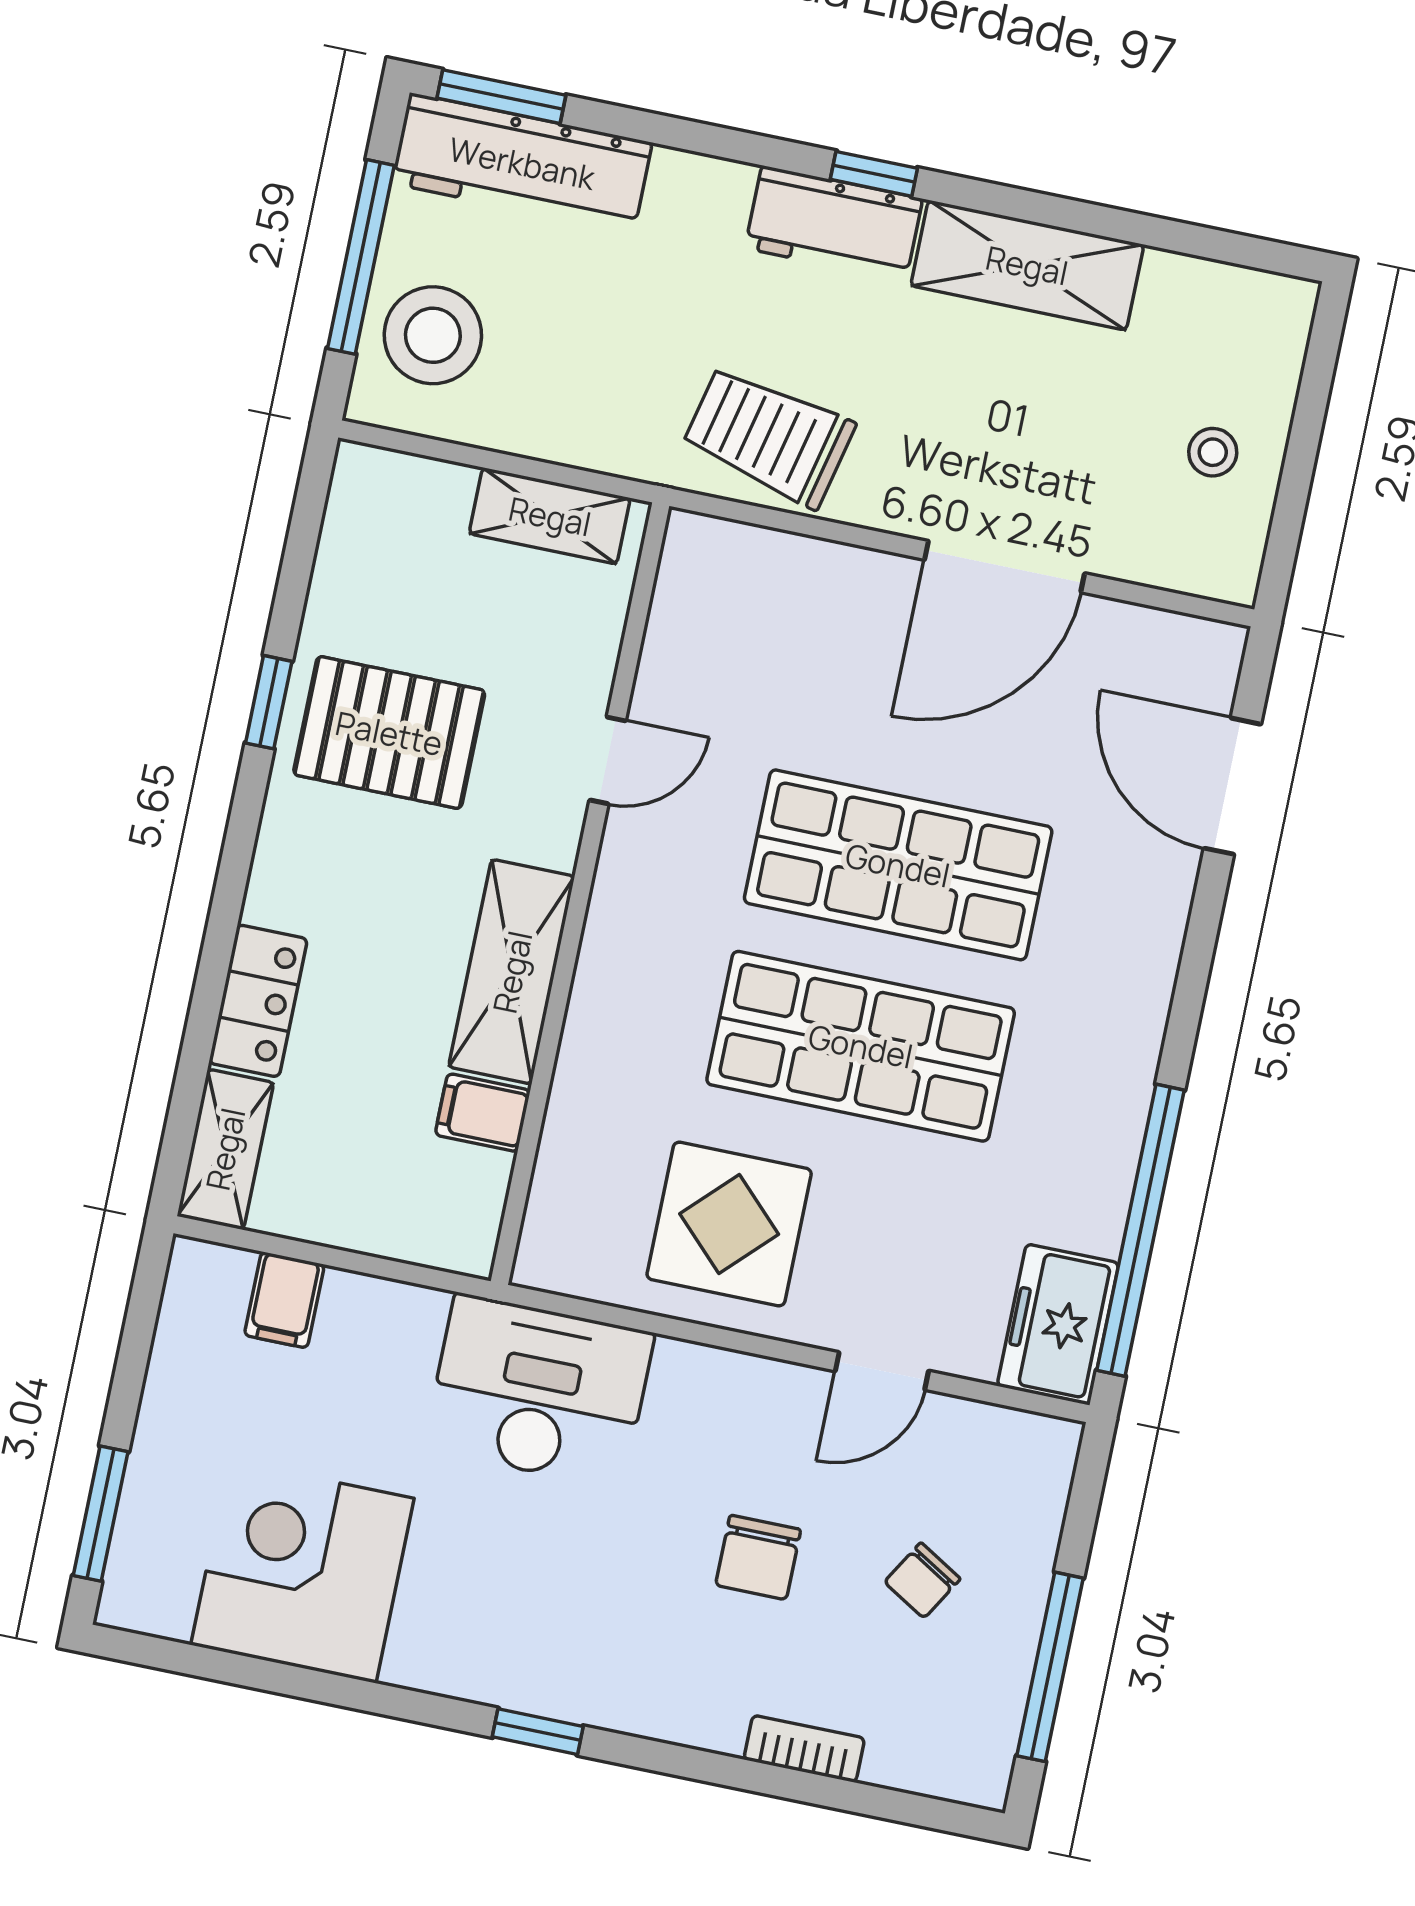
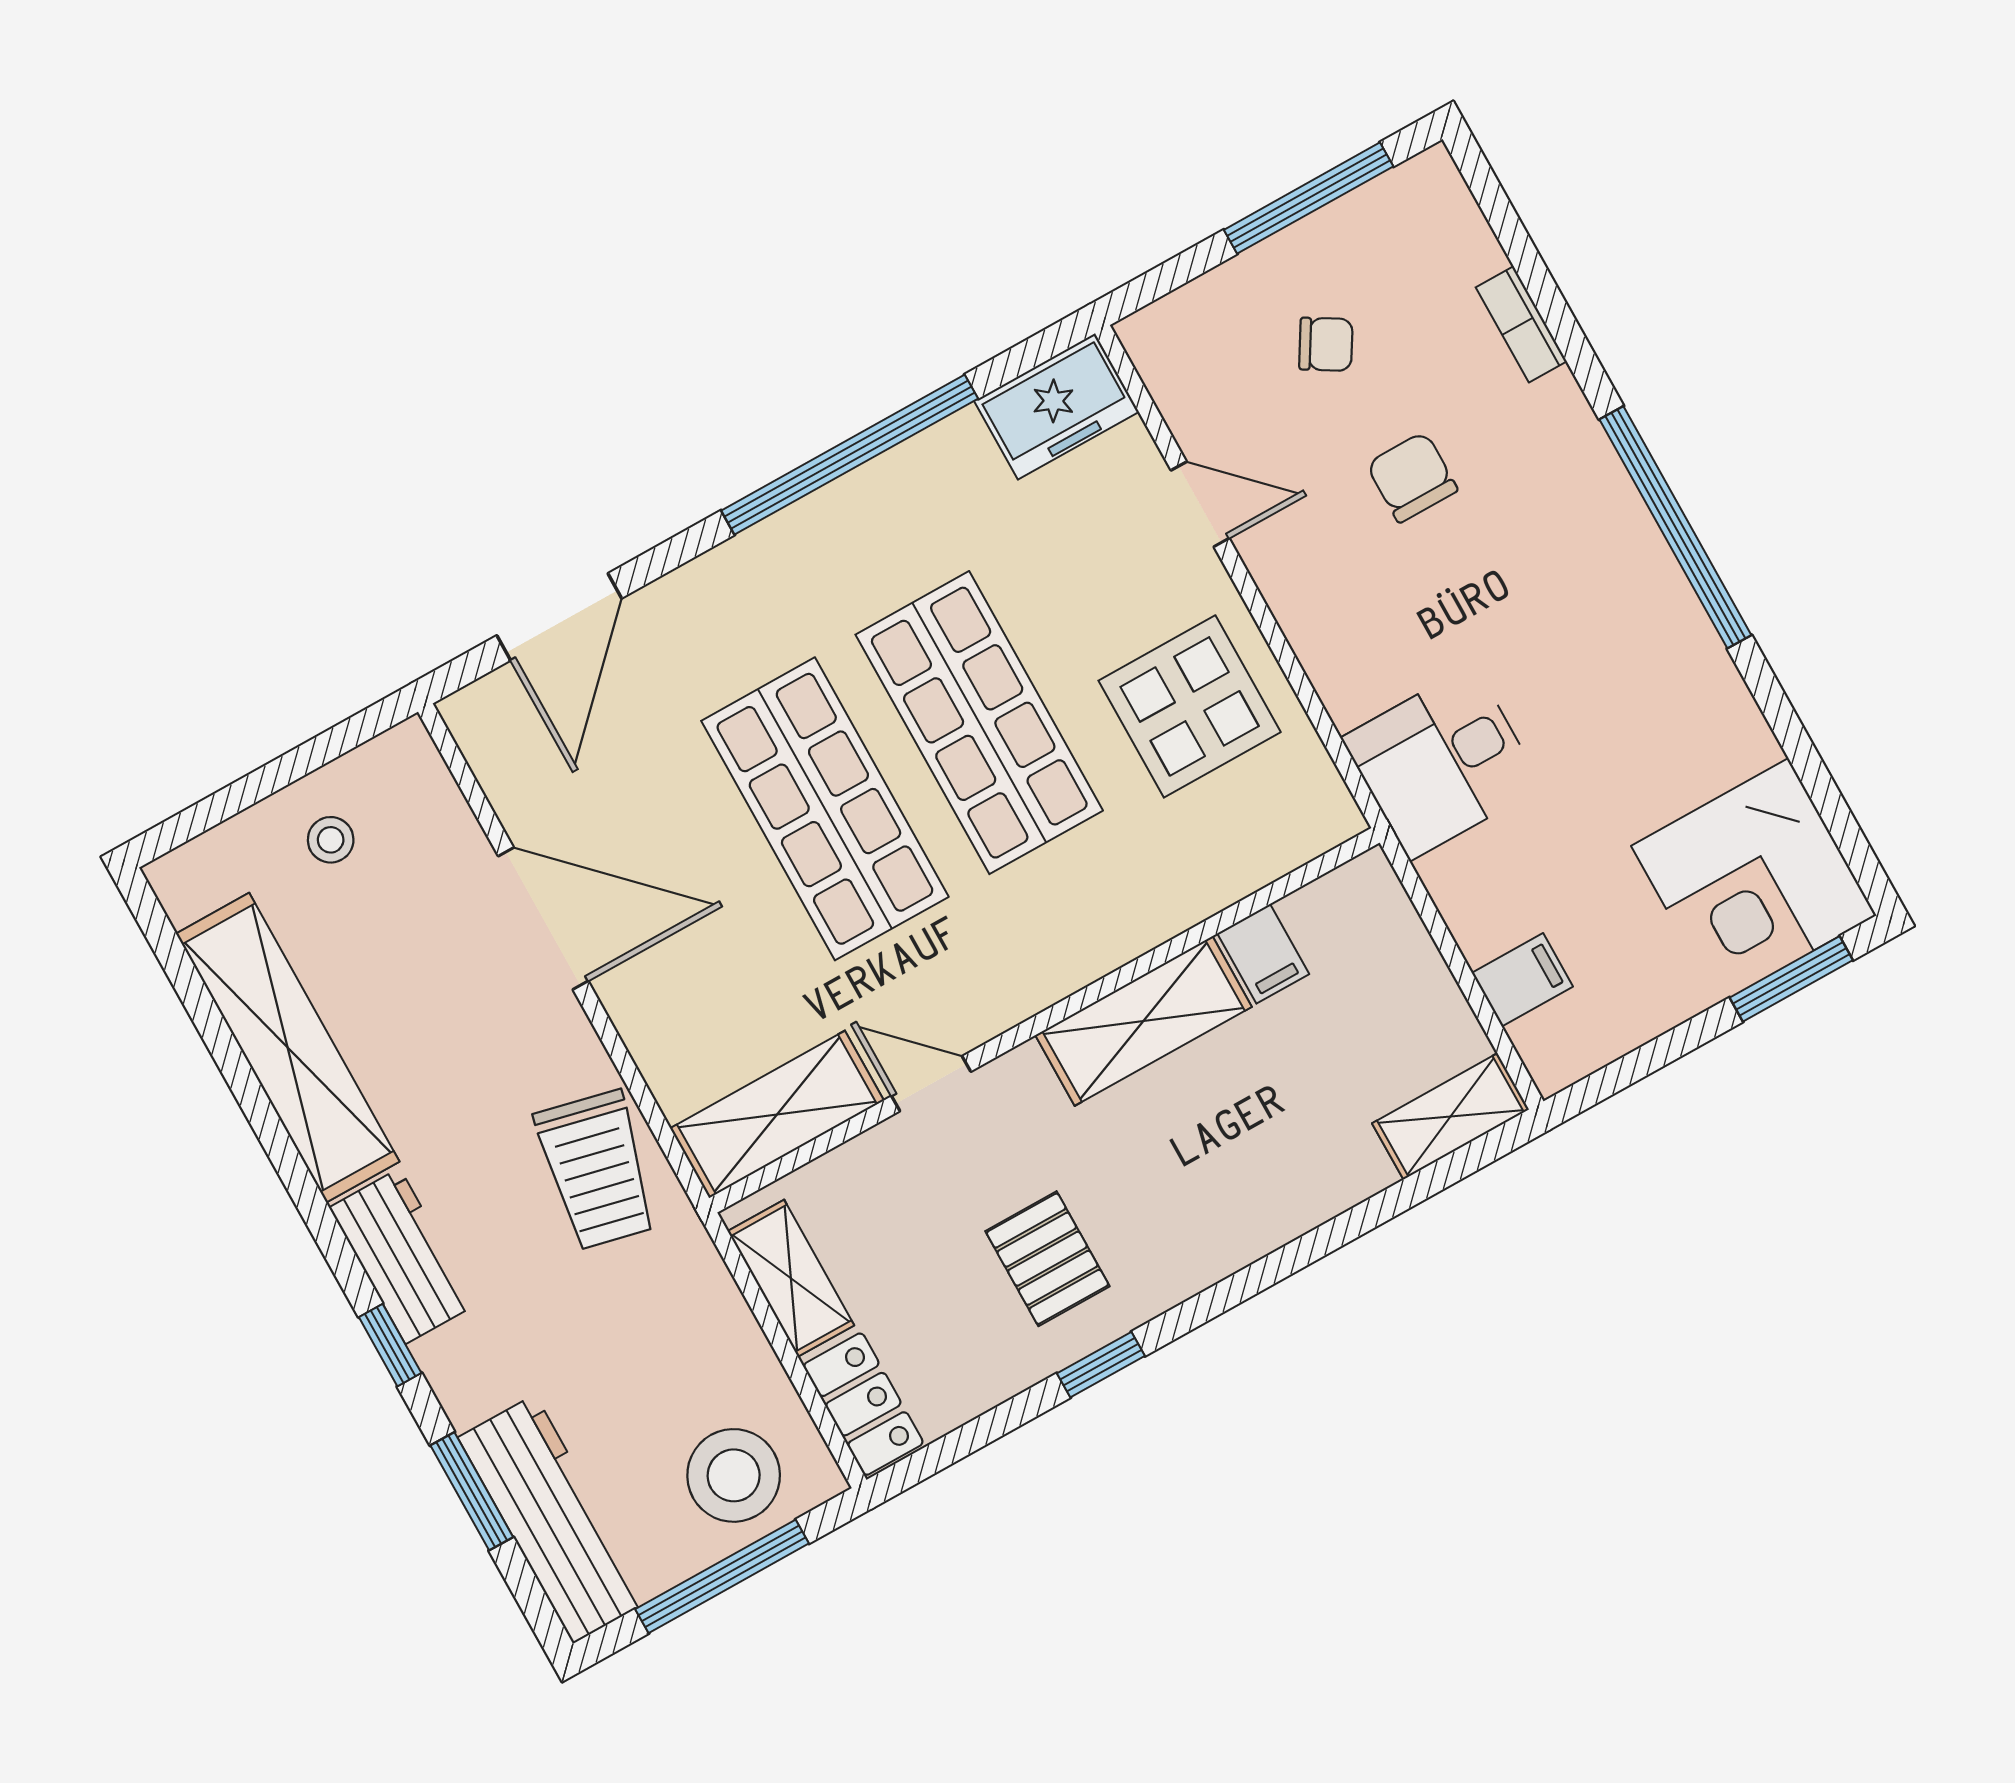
window: (501, 97) -> (472, 1491), moved
window: (874, 174) -> (390, 1345), moved
shelving: (1027, 265) -> (288, 1048), width x1.47
shelving: (689, 617) -> (777, 1114), added
pallet: (389, 733) -> (1047, 1259), width x0.67, depth x0.71
locker: (258, 1001) -> (863, 1404), moved, turned 90
window: (1140, 1230) -> (850, 455), moved
desk: (539, 1391) -> (1442, 762), width x0.73
chair: (758, 1557) -> (1412, 477), turned -90
corner desk: (302, 1572) -> (1754, 881), moved
window: (538, 1732) -> (1675, 527), width x3.17

